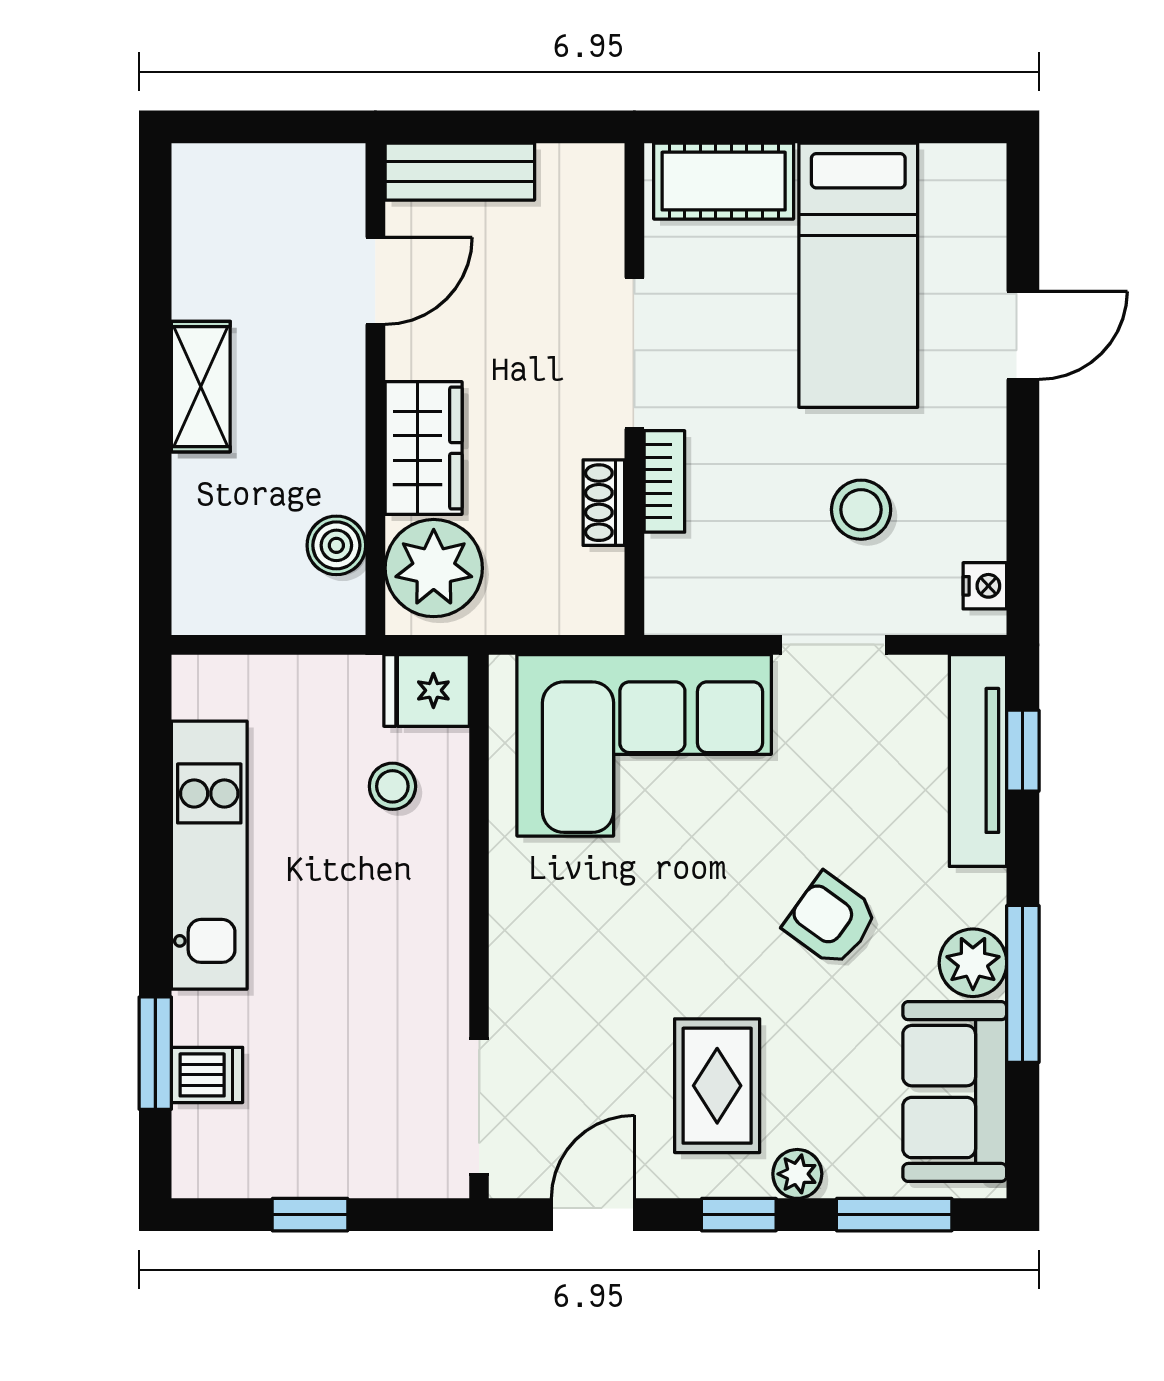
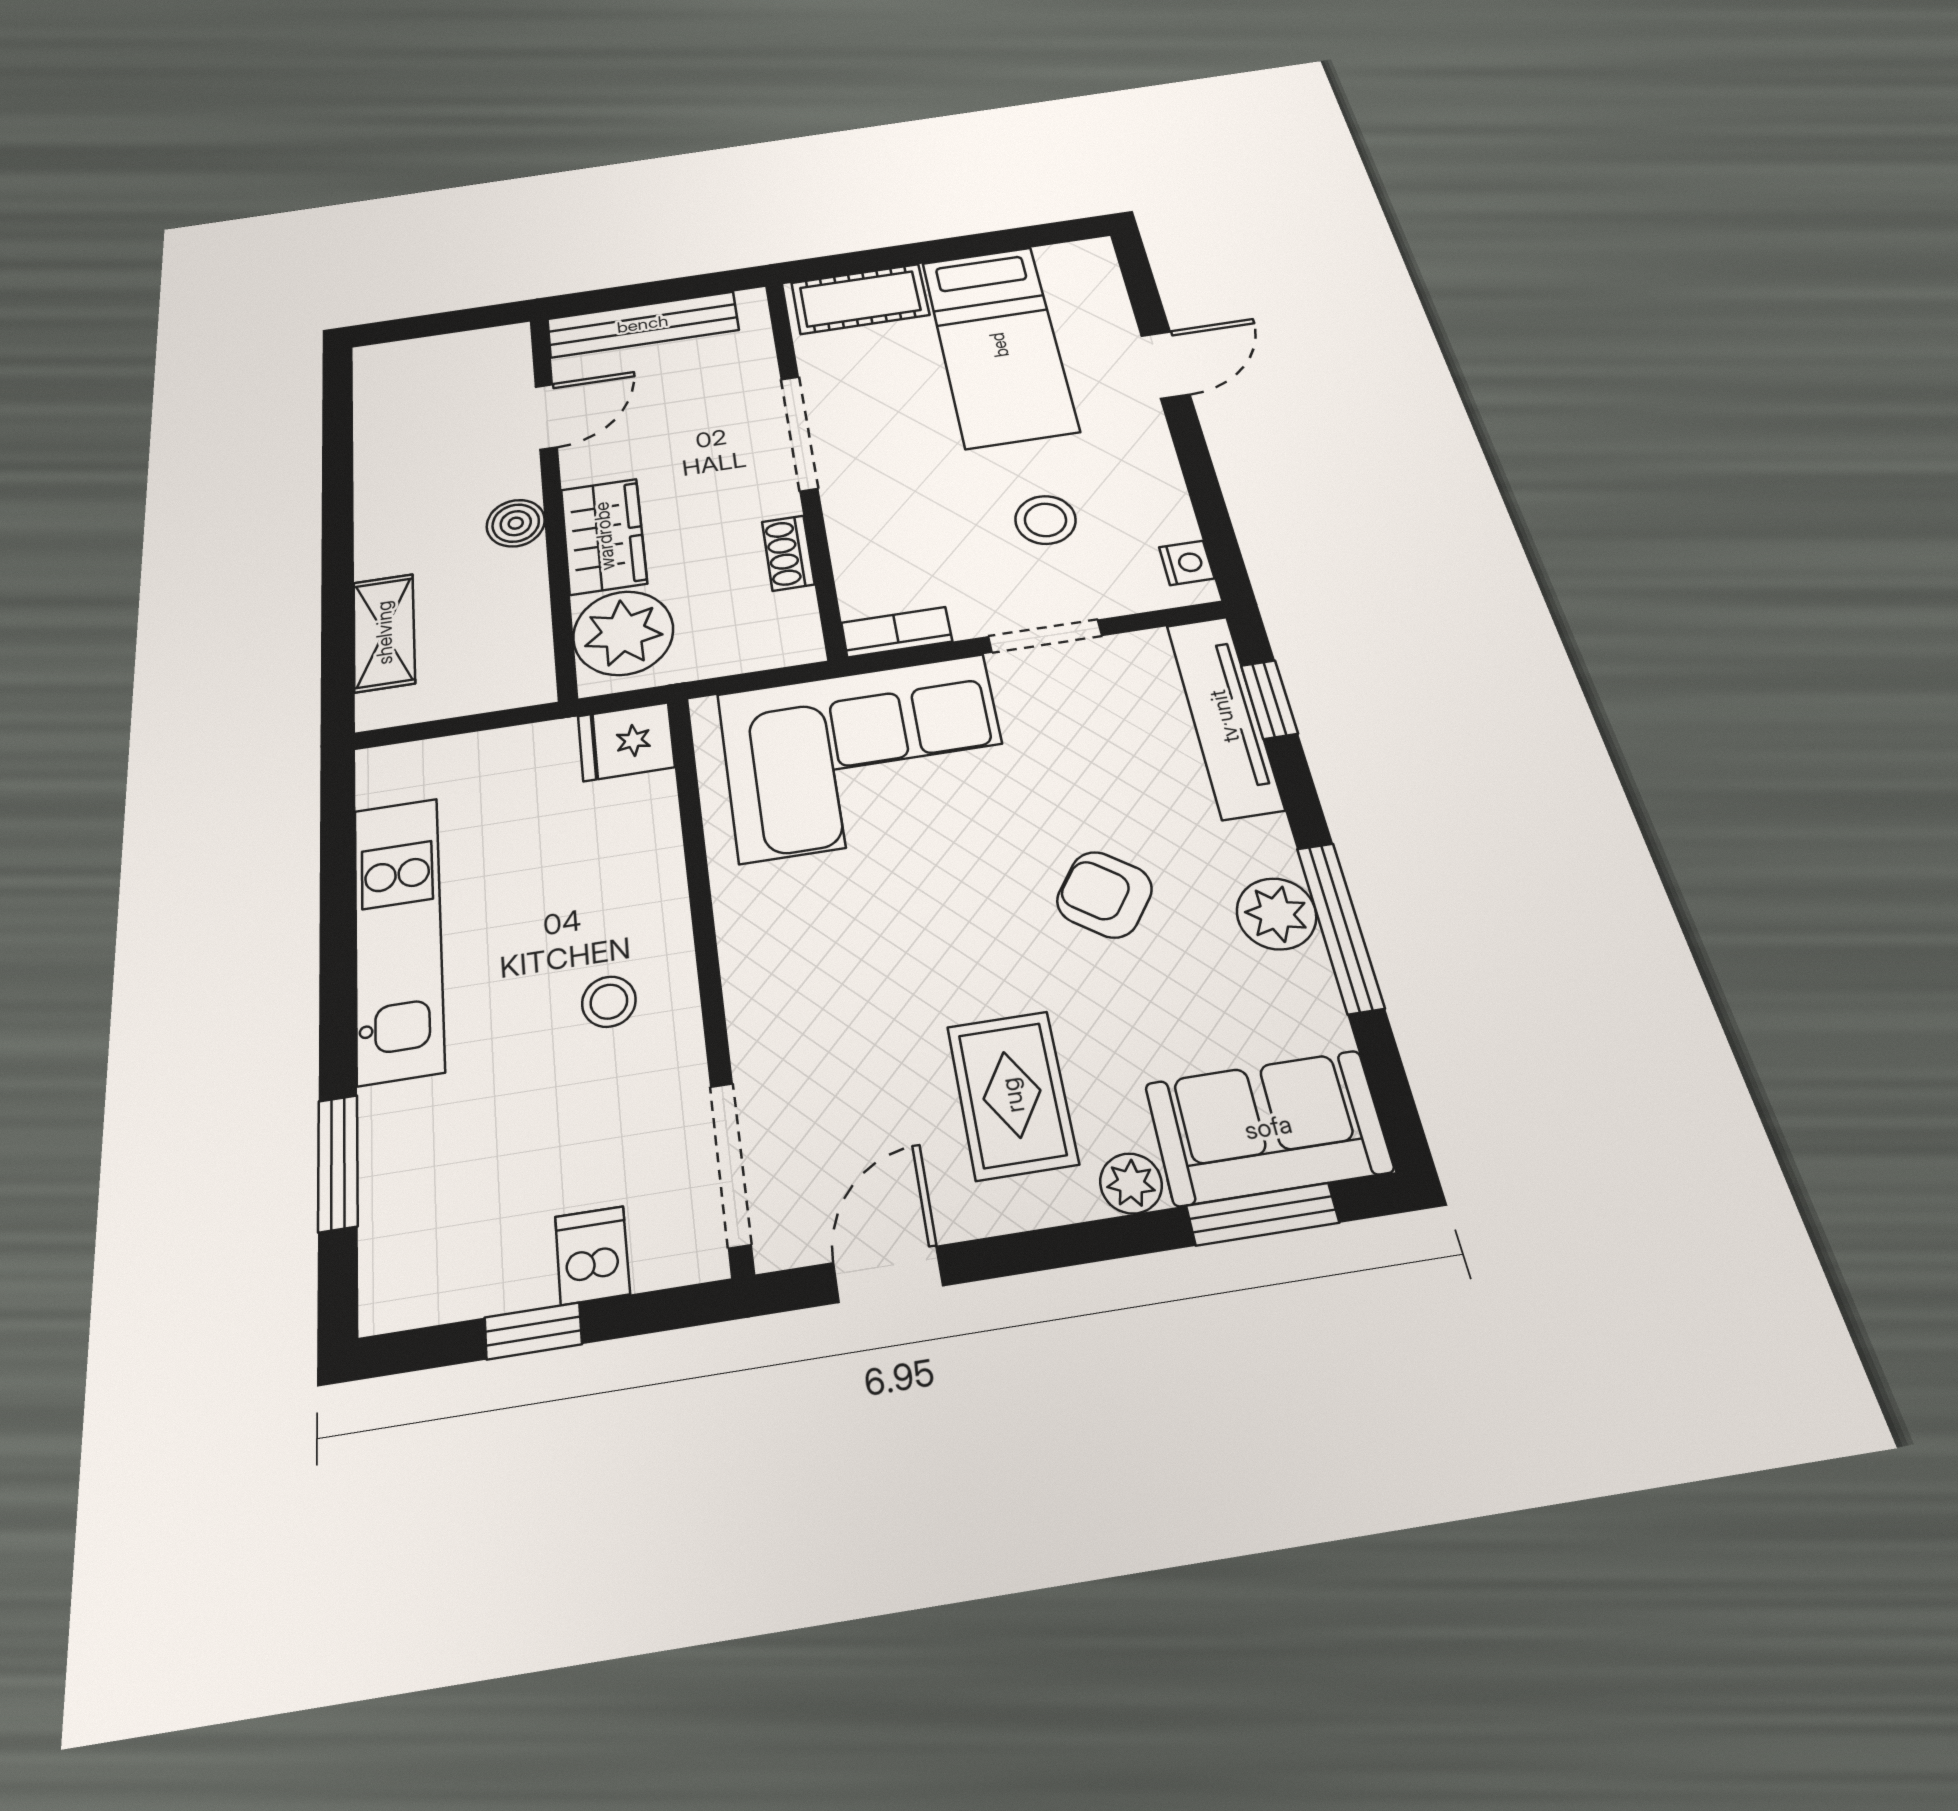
bench: (460, 172) -> (643, 324), width x1.36
shelving: (201, 387) -> (384, 633), moved
bookcase: (664, 481) -> (897, 632), moved, turned -90
boiler: (336, 545) -> (516, 523), moved
stool: (392, 786) -> (609, 1002), moved
dishwasher: (207, 1075) -> (592, 1255), moved, turned -90
sofa: (955, 1092) -> (1268, 1127), moved, turned 90
window: (739, 1215) -> (1070, 1245), removed

